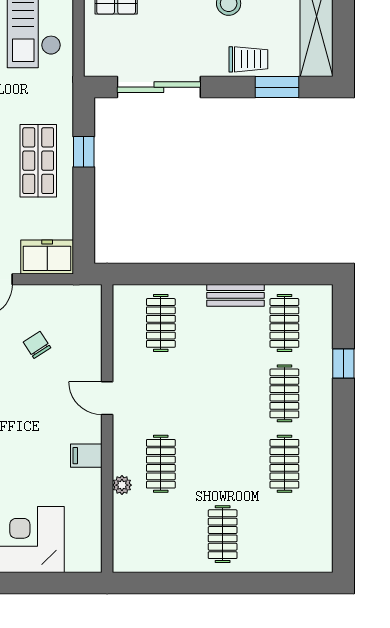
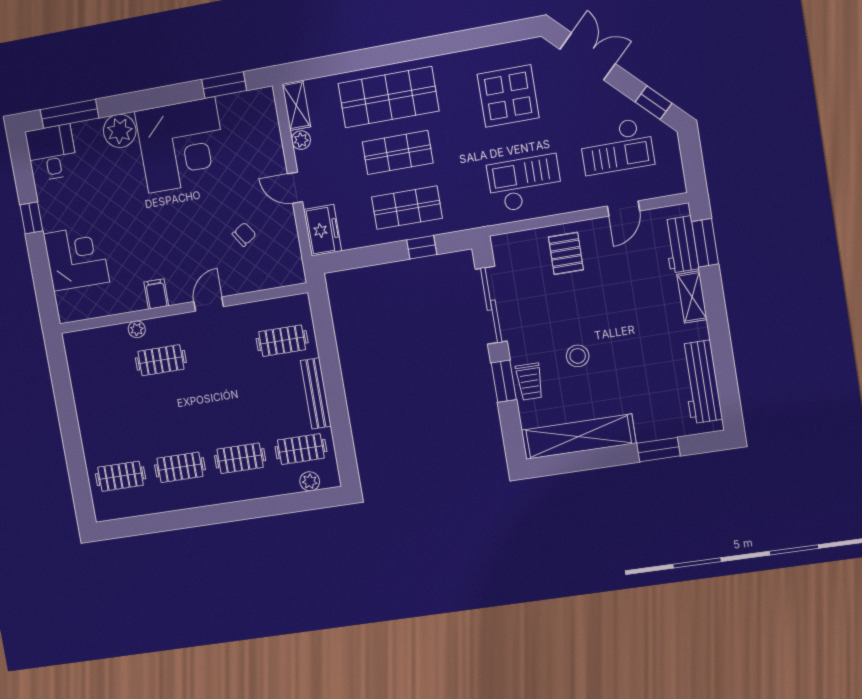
window: (277, 87) -> (504, 381), moved
bench: (236, 295) -> (316, 393), width x1.36
plant: (322, 319) -> (310, 481), added
window: (343, 364) -> (275, 506), removed
clothes rail: (223, 534) -> (120, 476), moved

